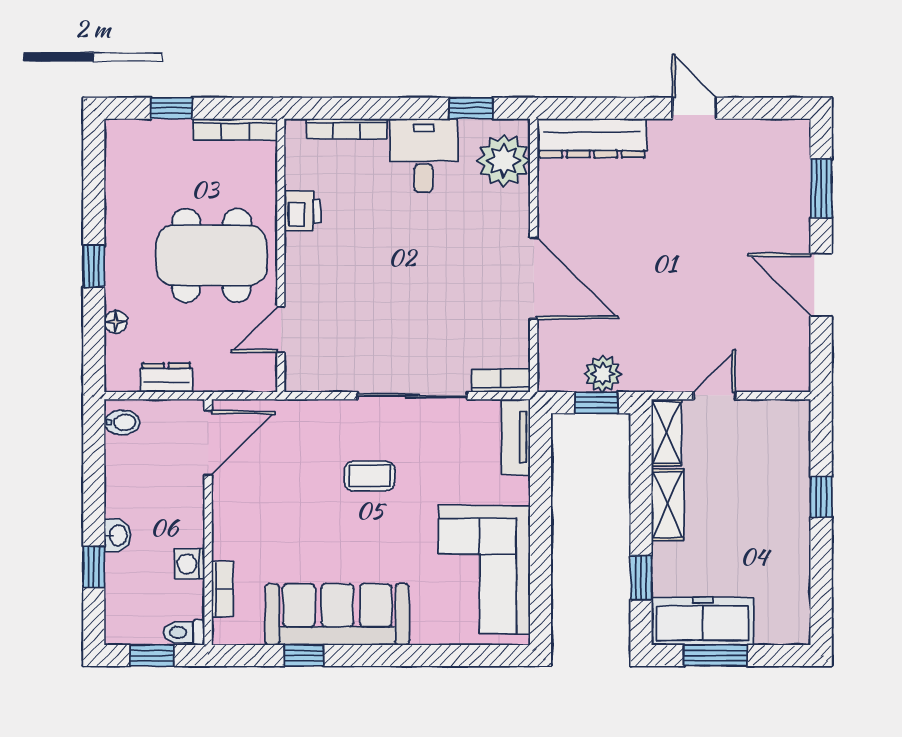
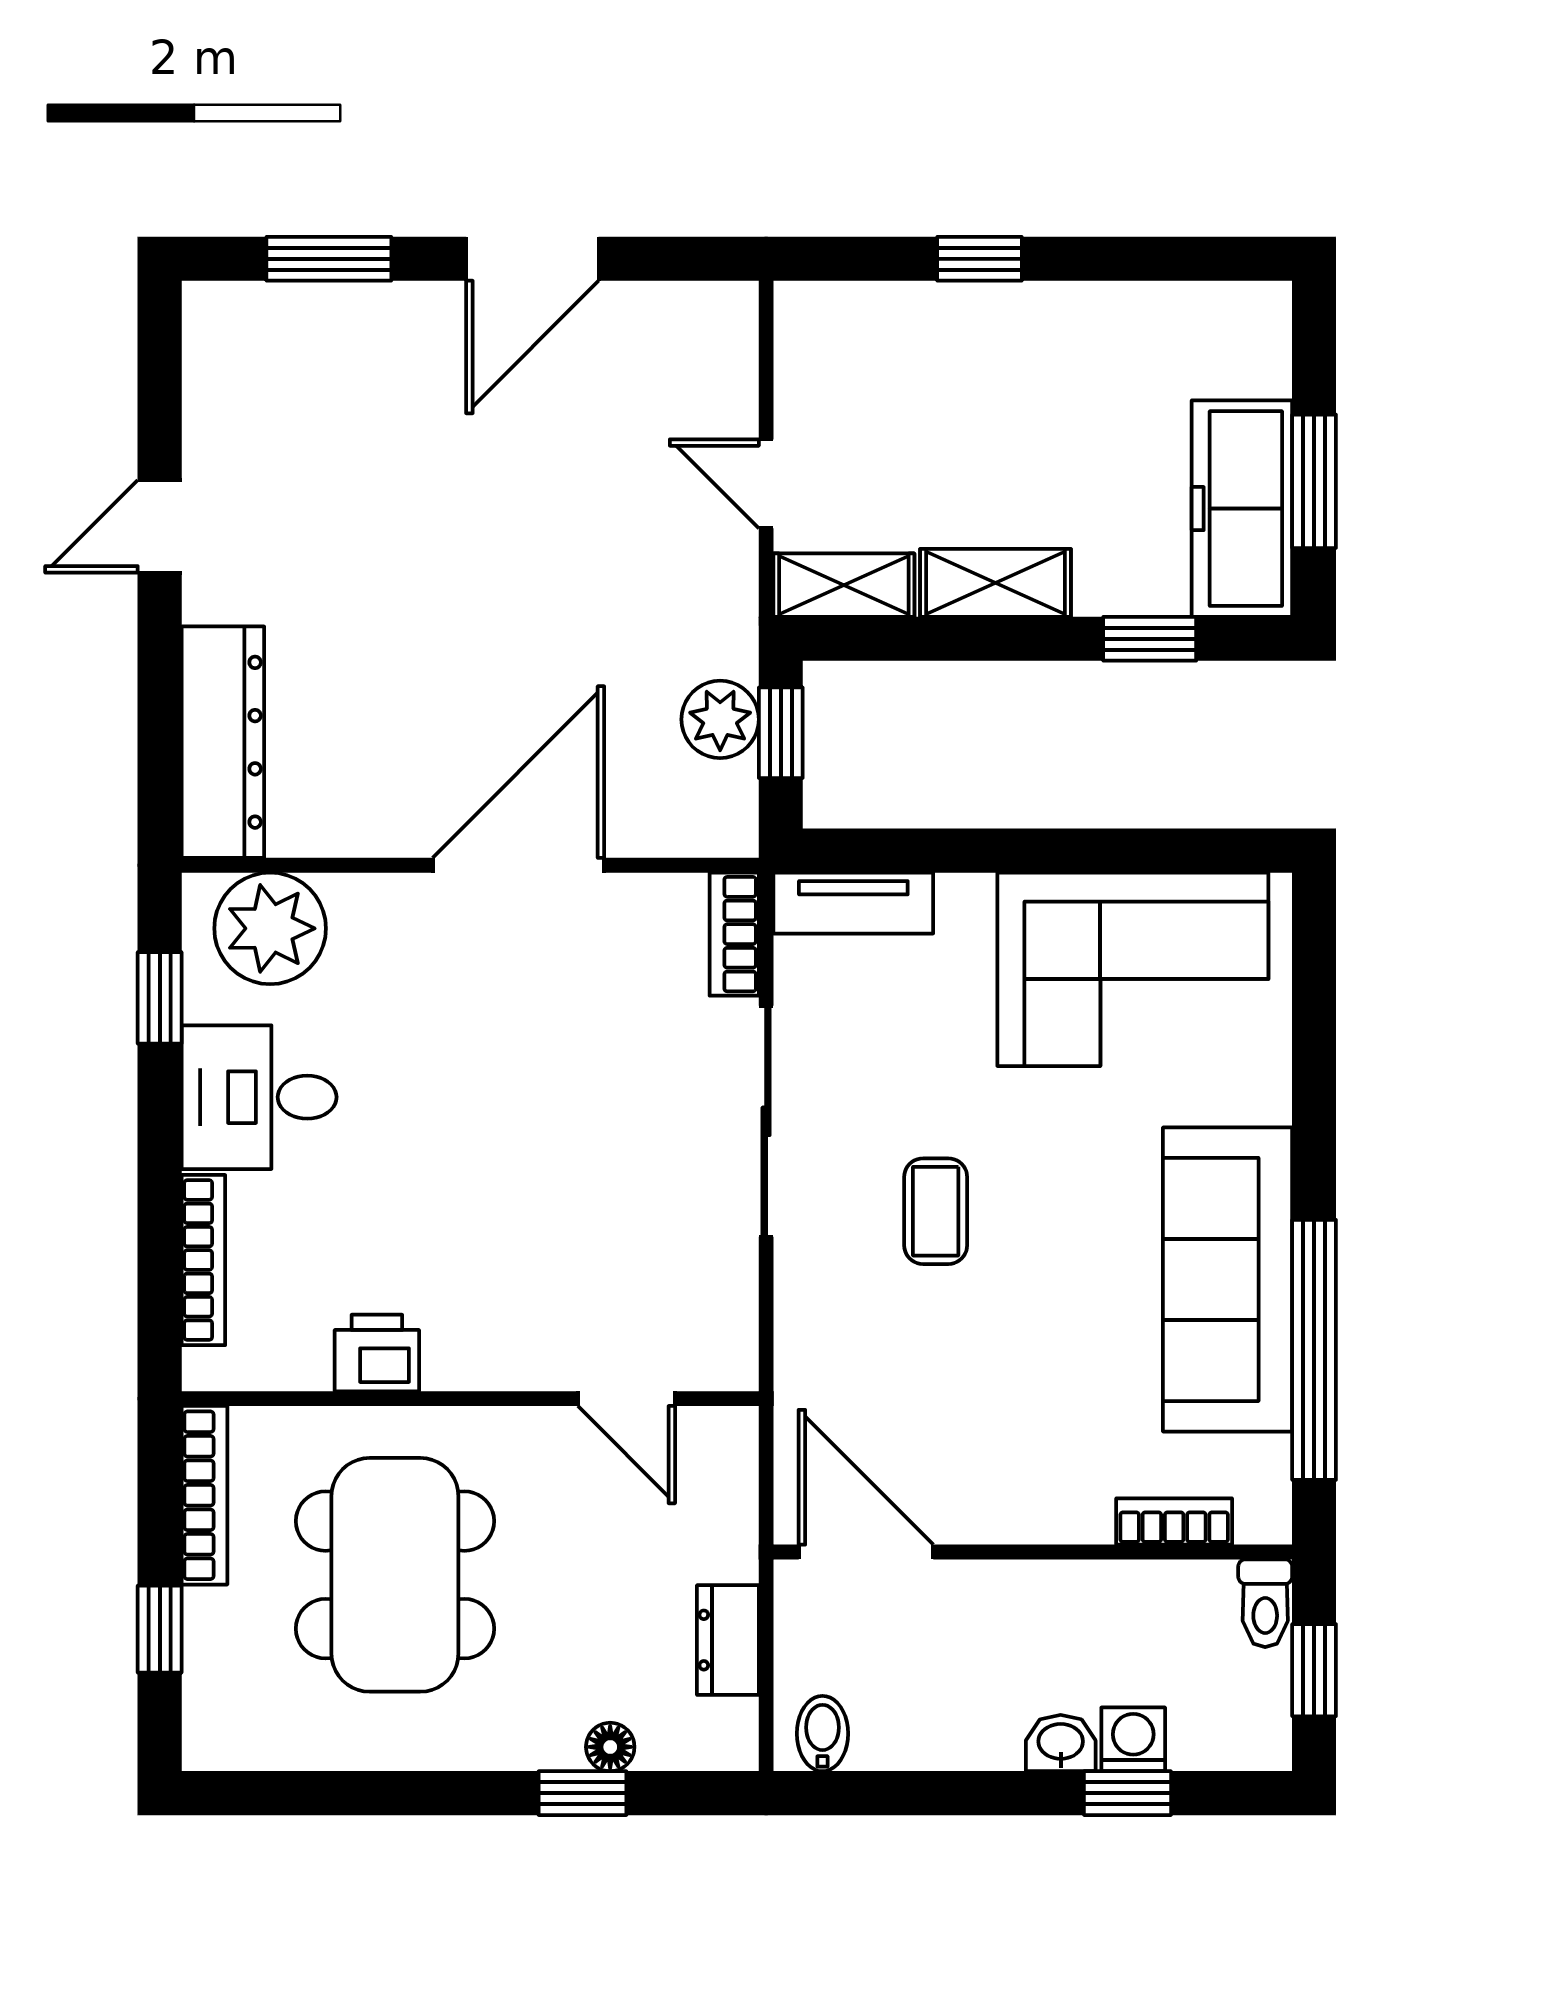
dining table: (212, 255) -> (395, 1575), moved
window: (94, 266) -> (583, 1793), moved
washing machine: (189, 564) -> (1133, 1739), moved, turned 180
window: (304, 655) -> (1314, 1350), width x3.17

